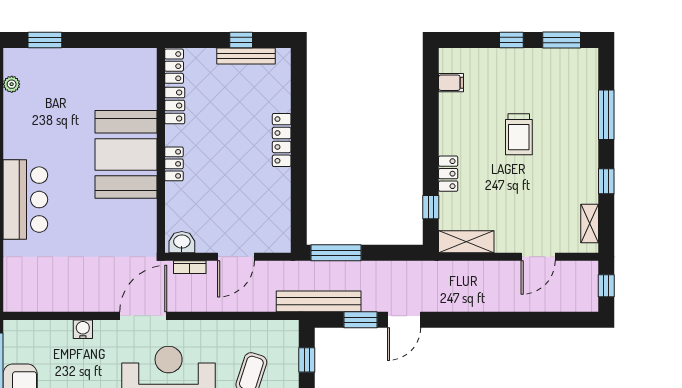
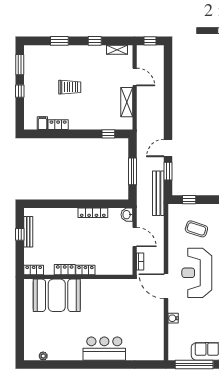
window: (45, 40) -> (20, 338), removed
locker: (175, 106) -> (65, 270), moved
window: (606, 115) -> (59, 41), width x0.69
locker: (282, 140) -> (93, 213), moved
booth: (126, 154) -> (57, 295), moved
locker: (448, 174) -> (58, 125), moved
washbasin: (182, 242) -> (127, 215), moved
shelving: (466, 242) -> (127, 102), moved
window: (336, 253) -> (133, 171), moved
door: (404, 320) -> (168, 148), swing flipped

